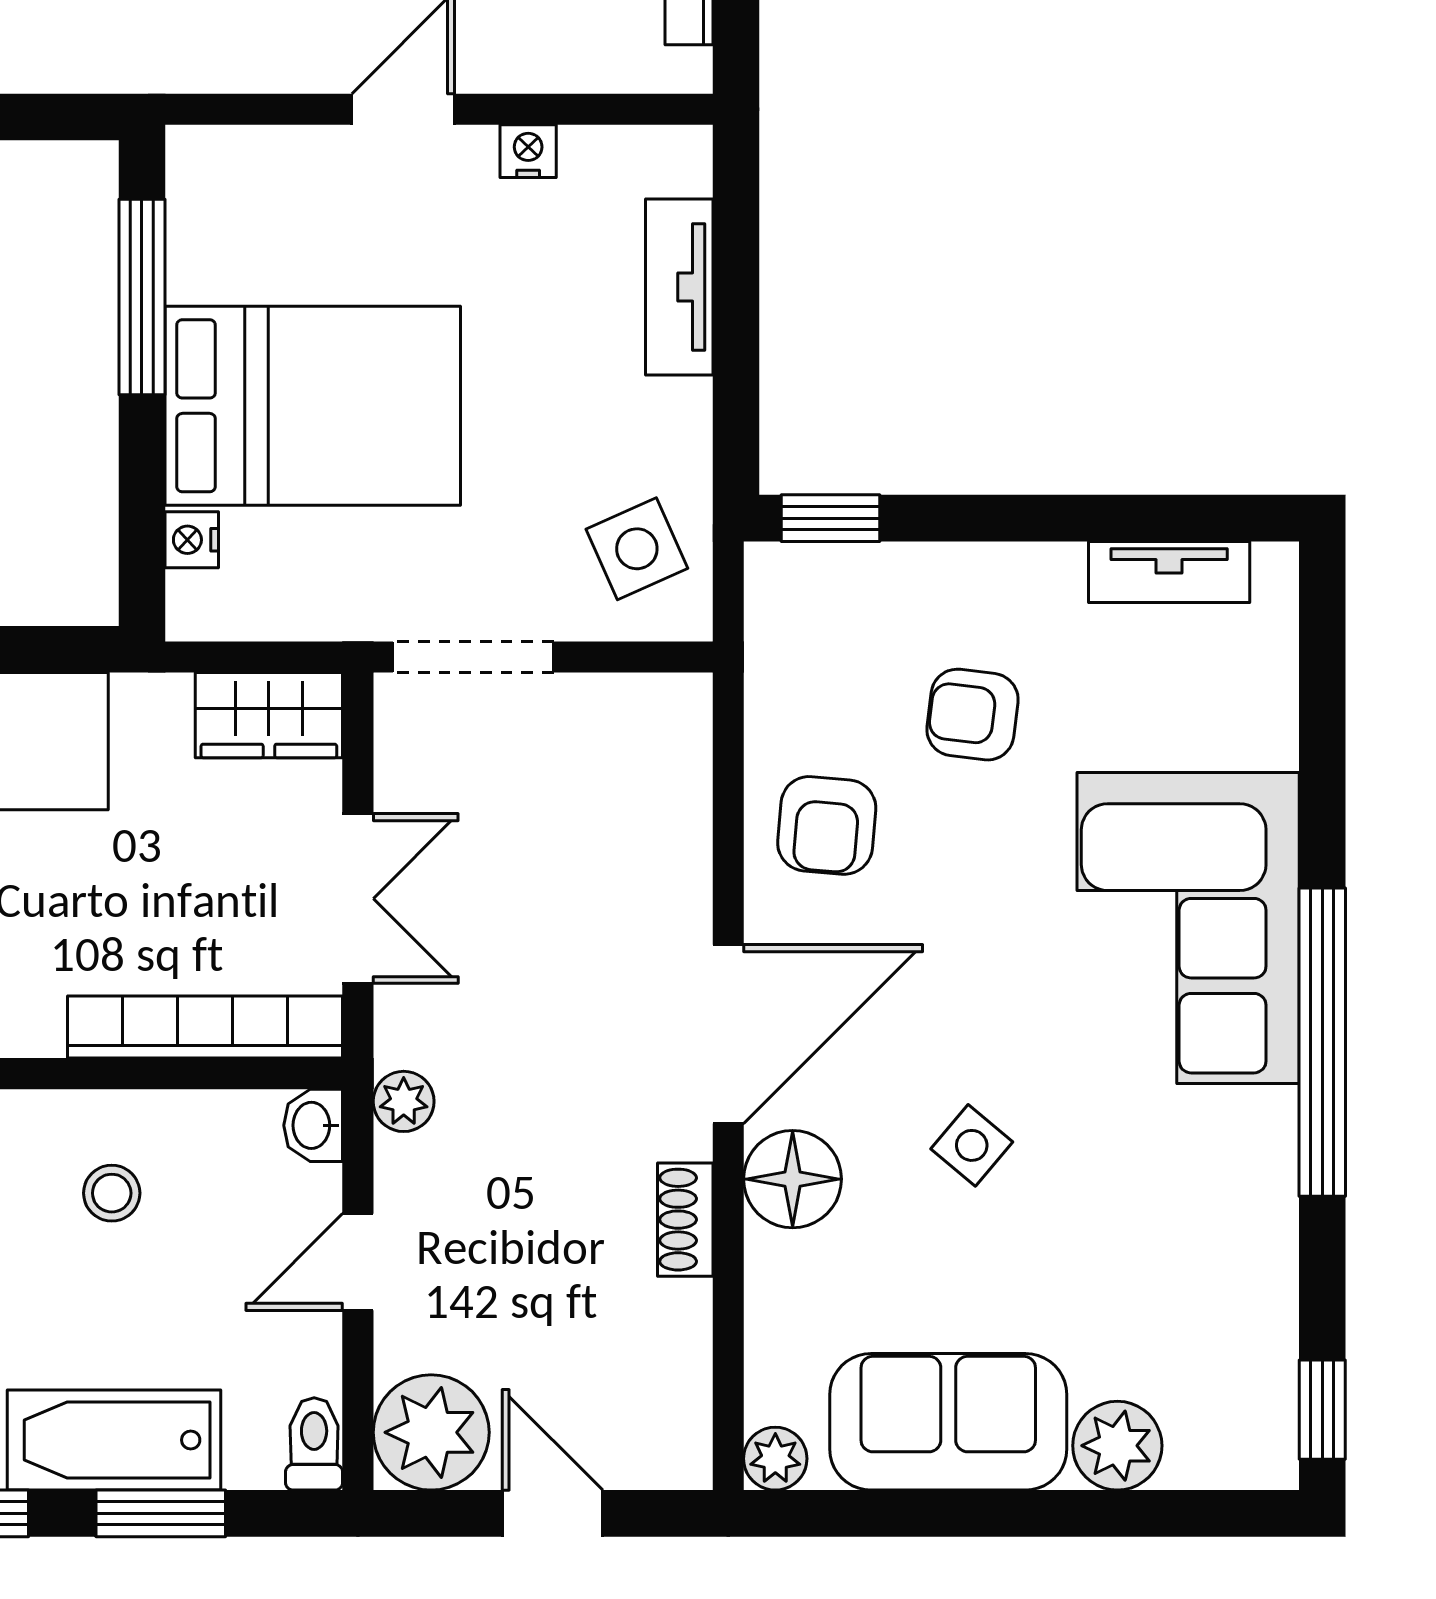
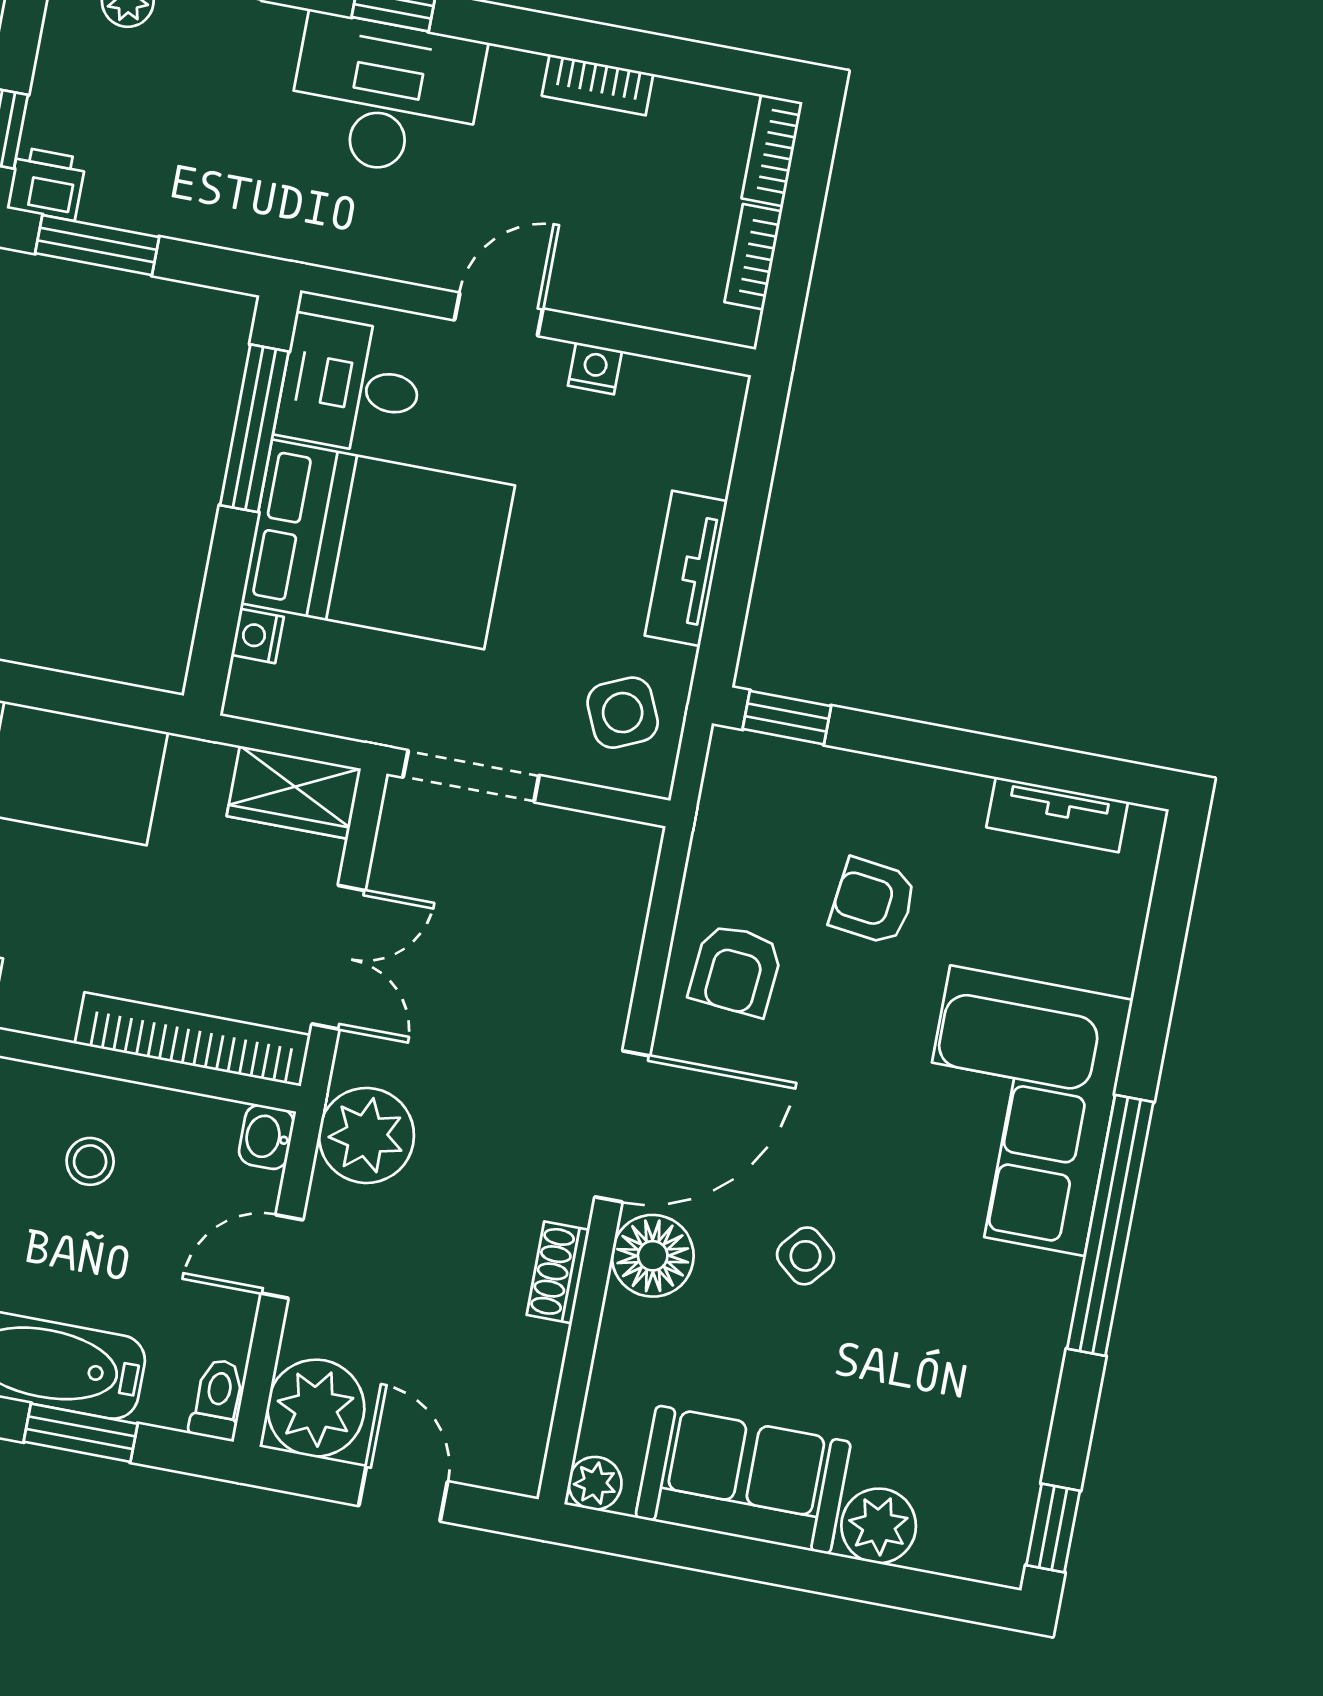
desk: (245, 225) -> (351, 386), added
tv unit: (679, 287) -> (686, 568), moved
plant: (404, 1101) -> (366, 1135), width x1.87, depth x1.87

